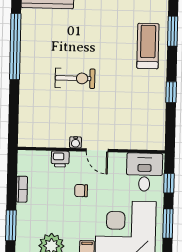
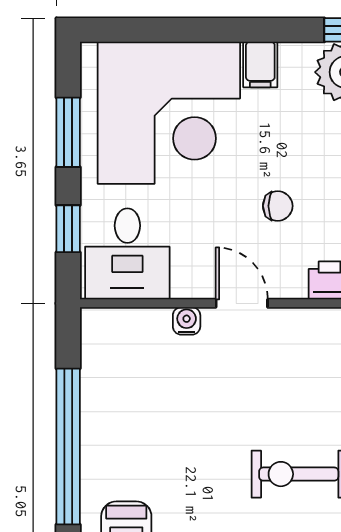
window: (171, 92) -> (68, 447), width x3.17
water cooler: (75, 142) -> (187, 321), moved

